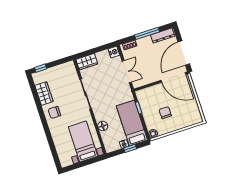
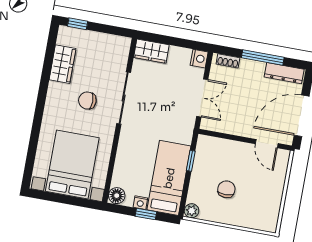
door: (173, 77) -> (267, 144), width x0.53
chair: (54, 112) -> (87, 101), moved
floor lamp: (103, 126) -> (117, 196), moved
bed with nightstands: (83, 142) -> (72, 164), width x1.36

